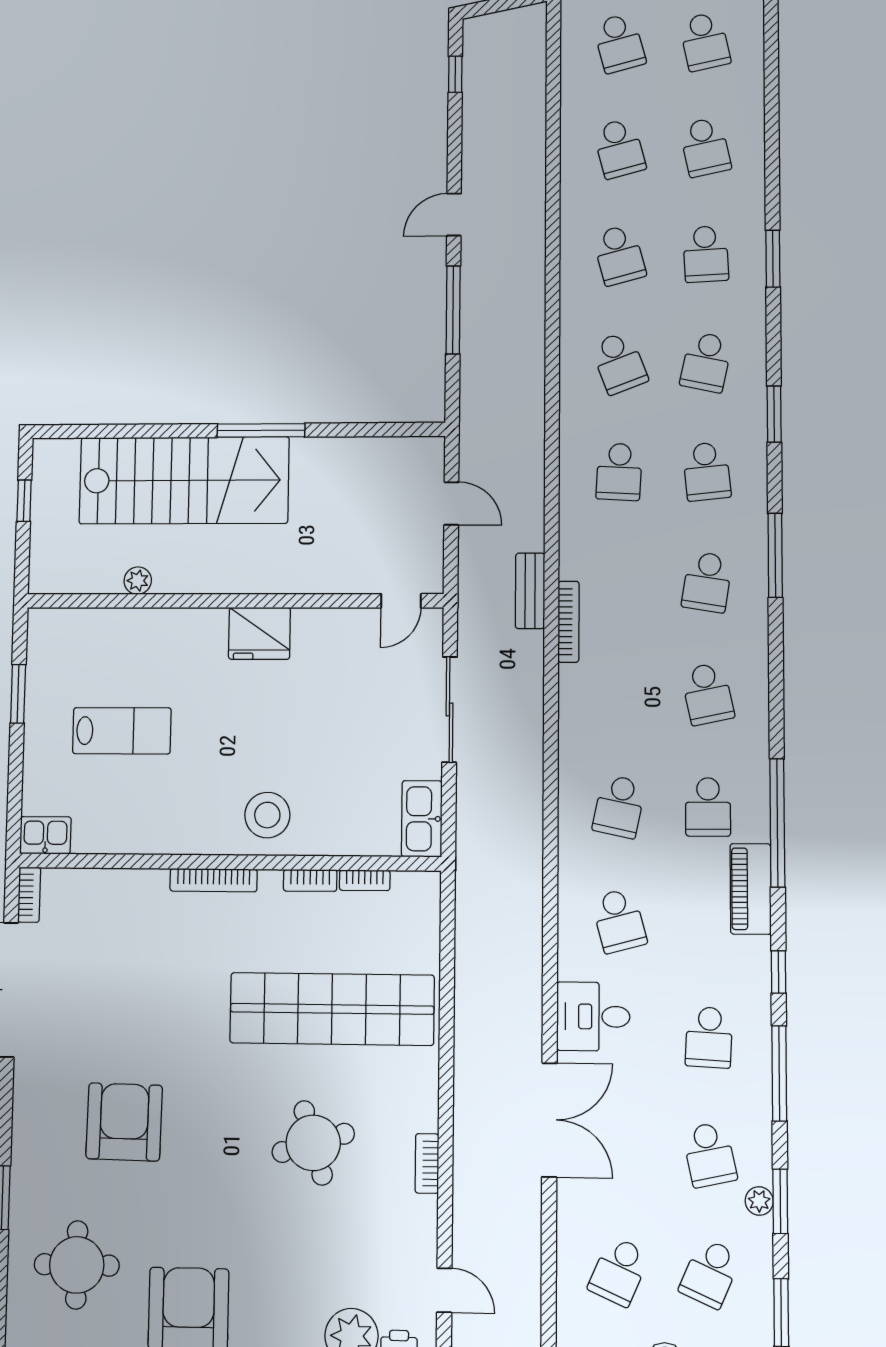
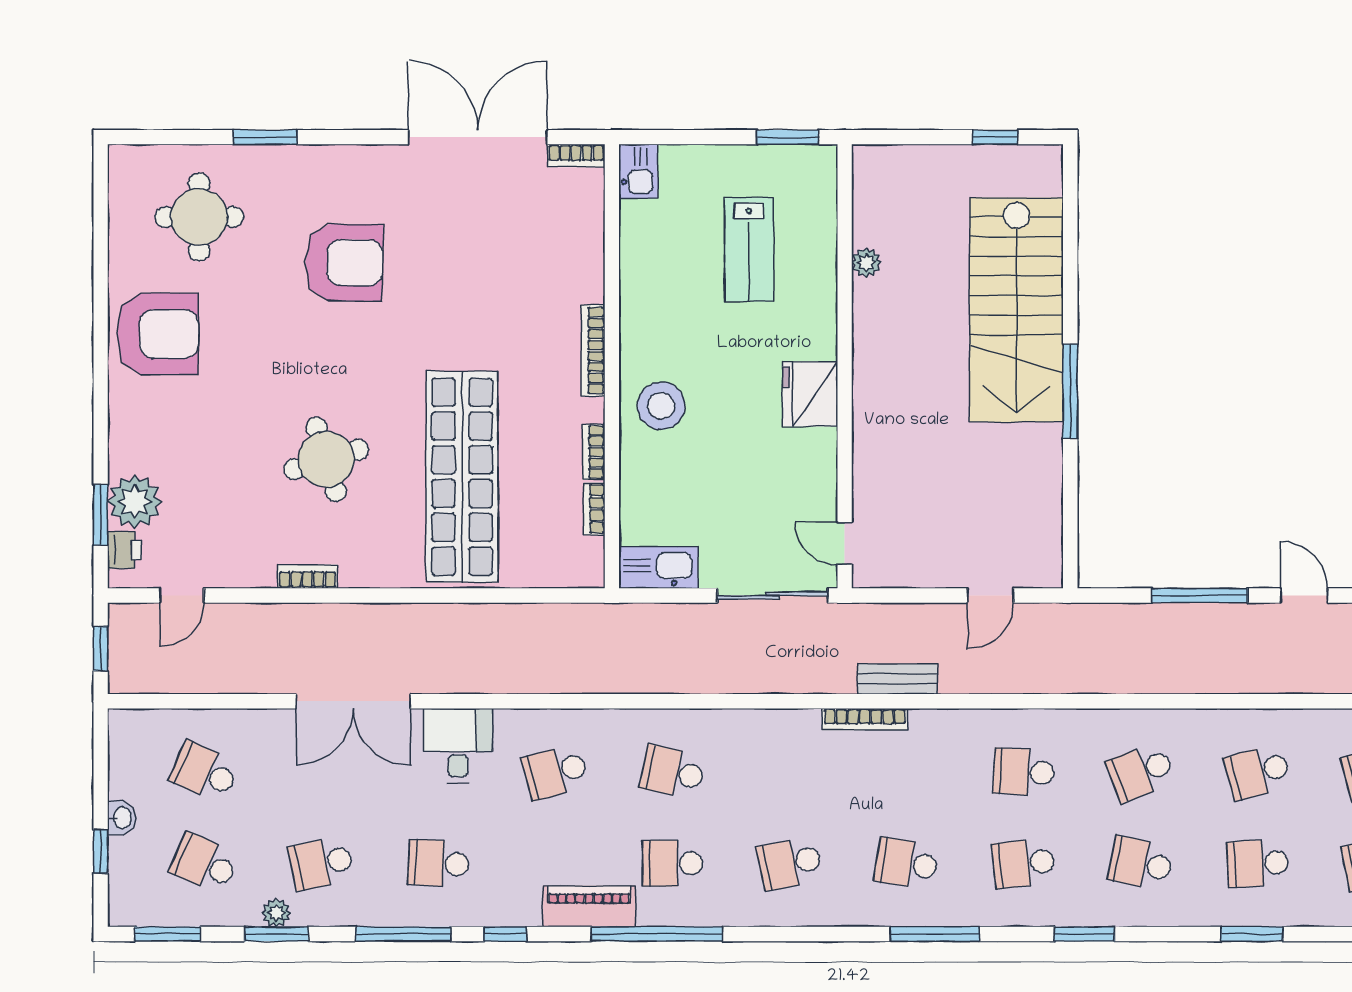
plant: (138, 581) -> (866, 262), moved
wall: (234, 601) -> (845, 366), moved
door: (401, 601) -> (845, 543), moved
fridge: (259, 633) -> (810, 394), moved

